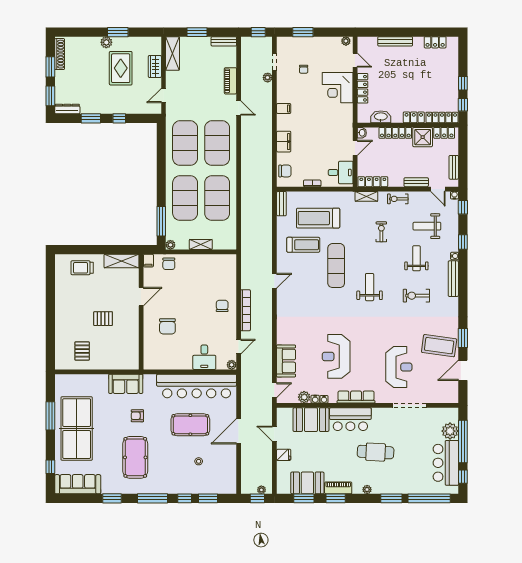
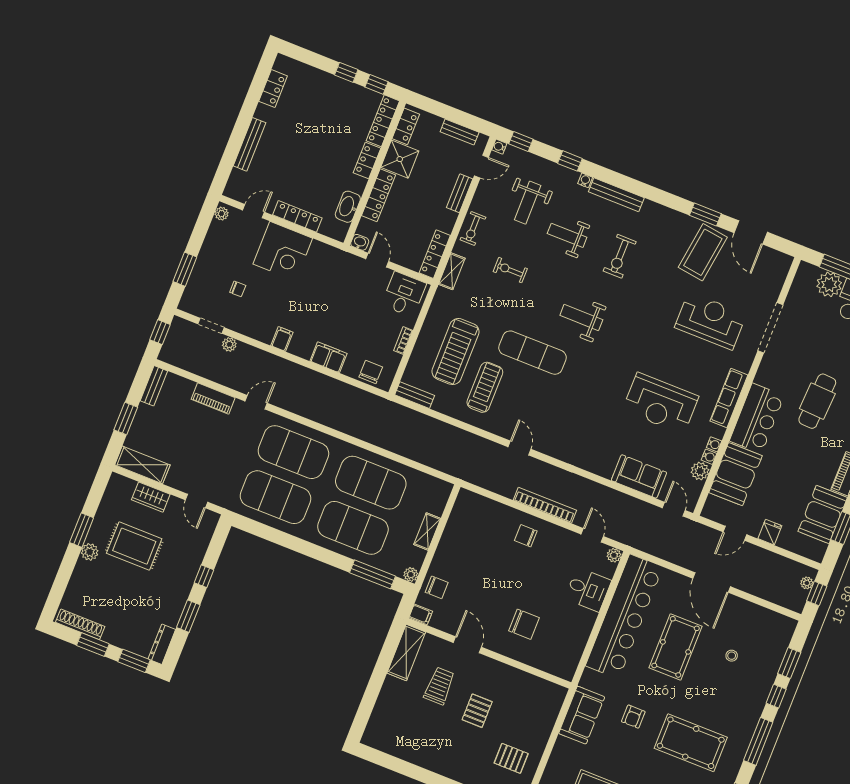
trolley: (82, 268) -> (439, 686), moved, turned 180

